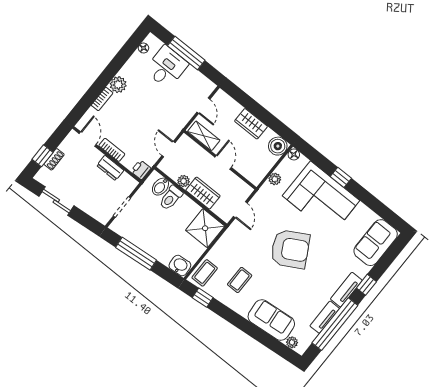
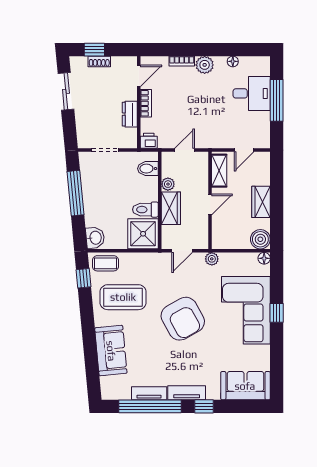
floor lamp: (144, 48) -> (233, 61), moved
plant: (275, 179) -> (212, 259), moved
toilet: (171, 198) -> (145, 210), moved
coffee table: (240, 280) -> (123, 297), width x1.86, depth x1.72
plant: (292, 342) -> (106, 383), removed

